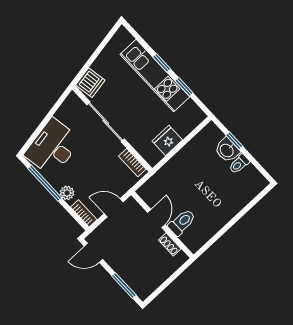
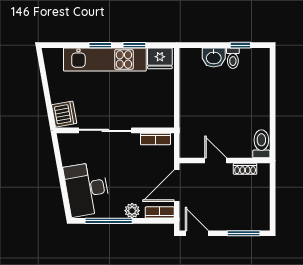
fridge: (167, 140) -> (160, 58), moved, turned -90
window: (234, 141) -> (240, 45), moved
door: (114, 208) -> (177, 186), width x1.38
toilet: (182, 222) -> (261, 144), moved
door: (93, 253) -> (197, 233), swing flipped

